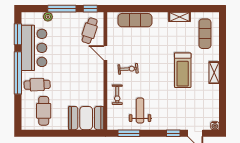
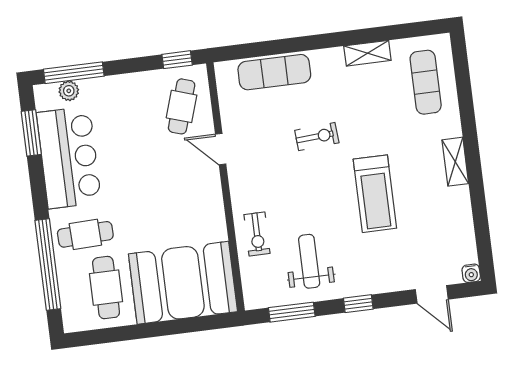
window: (62, 9) -> (74, 73), moved
plant: (48, 17) -> (69, 91), moved
exercise bike: (128, 69) -> (317, 137), moved
treadmill: (183, 70) -> (375, 194), moved
window: (18, 73) -> (48, 264), moved
booth: (86, 118) -> (183, 283), width x1.36, depth x1.42
window: (173, 133) -> (358, 304), moved

